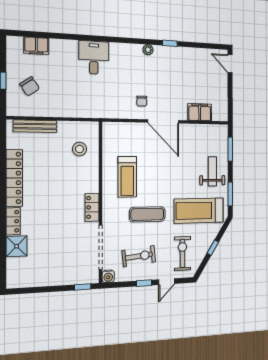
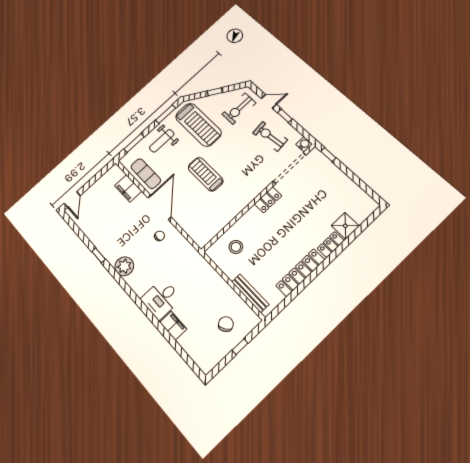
filing cabinet: (36, 46) -> (173, 326), moved
plant: (148, 50) -> (124, 266), width x1.88, depth x1.88
treadmill: (127, 177) -> (206, 174), moved, turned -90
exercise mat: (147, 214) -> (146, 174), moved

